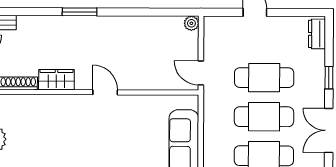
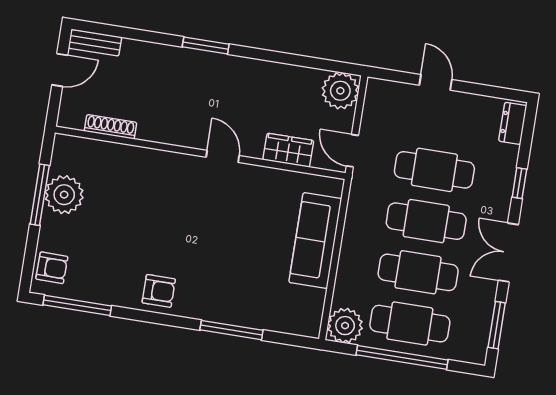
plant: (191, 23) -> (340, 91), width x1.88, depth x1.88
wardrobe: (56, 80) -> (288, 150), moved

